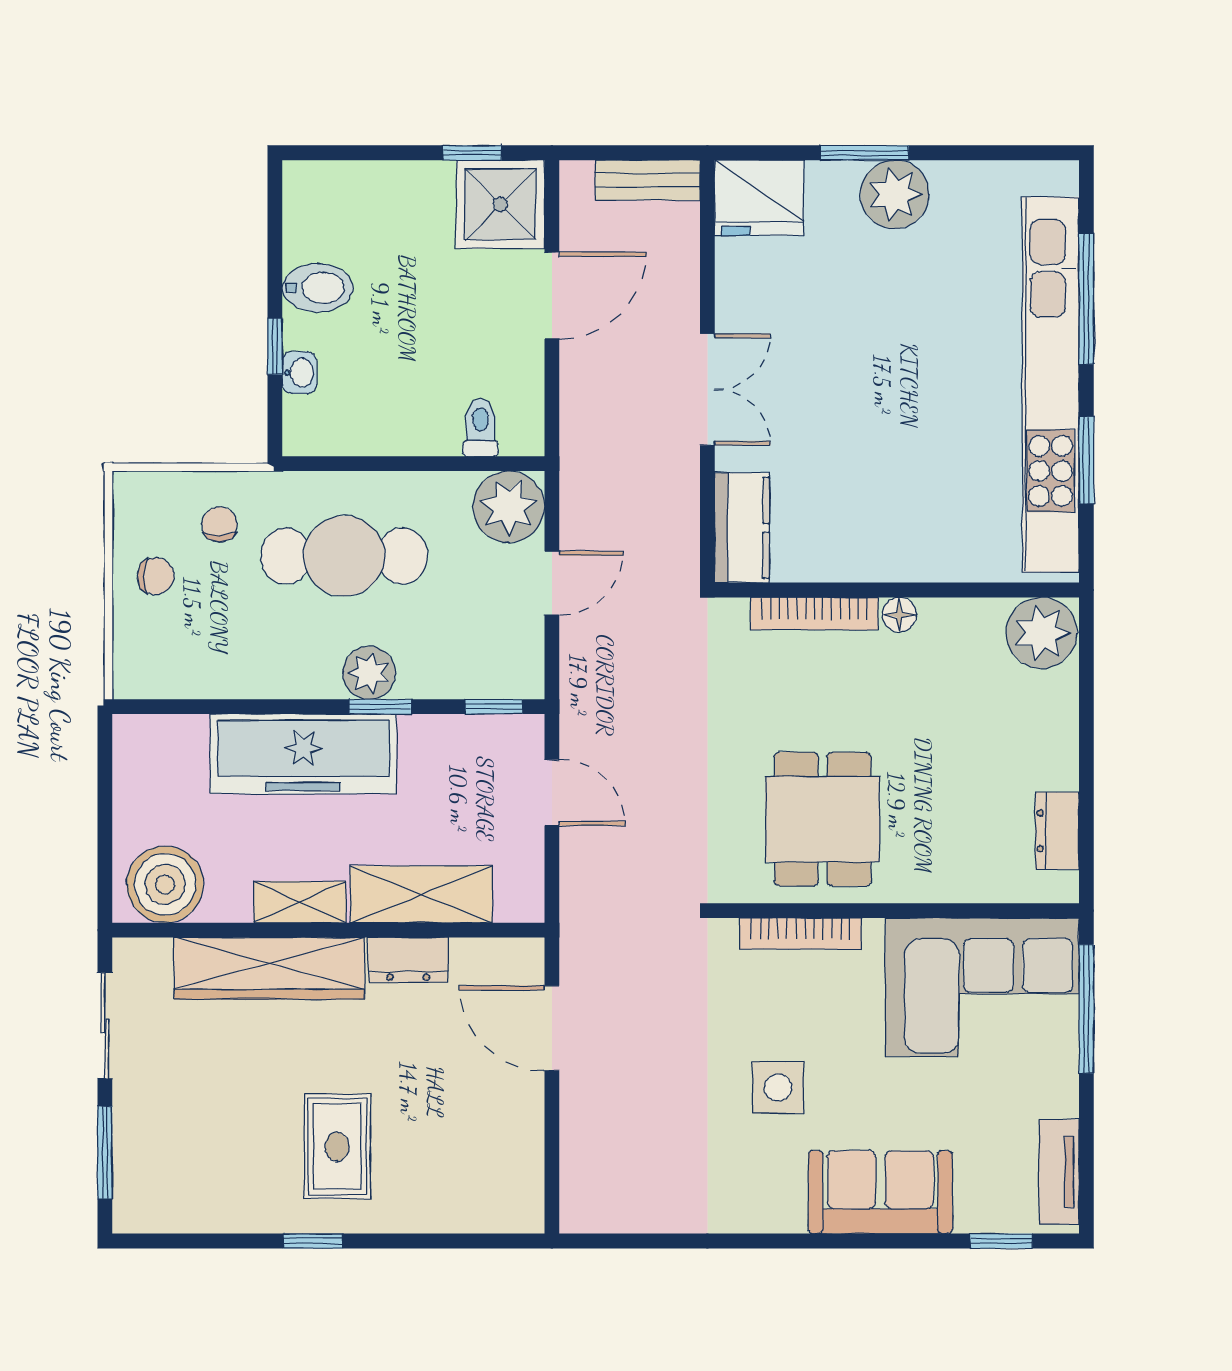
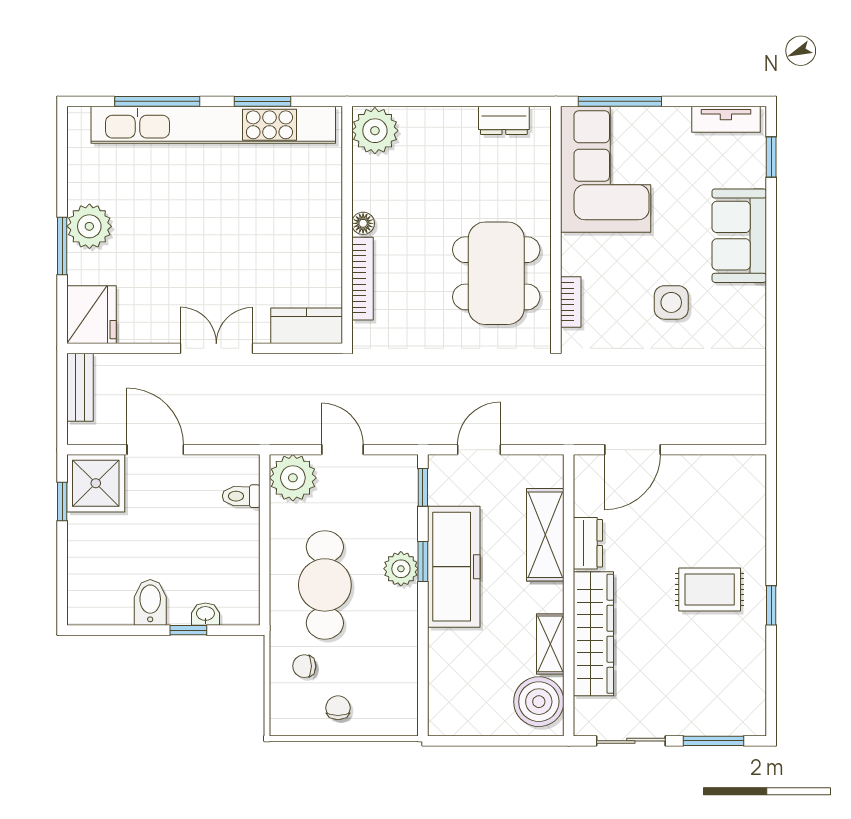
freezer: (303, 754) -> (454, 567), moved
dining table: (823, 819) -> (496, 273), width x1.38
shelving: (300, 902) -> (550, 644), moved
bookcase: (801, 934) -> (571, 302), width x0.64

